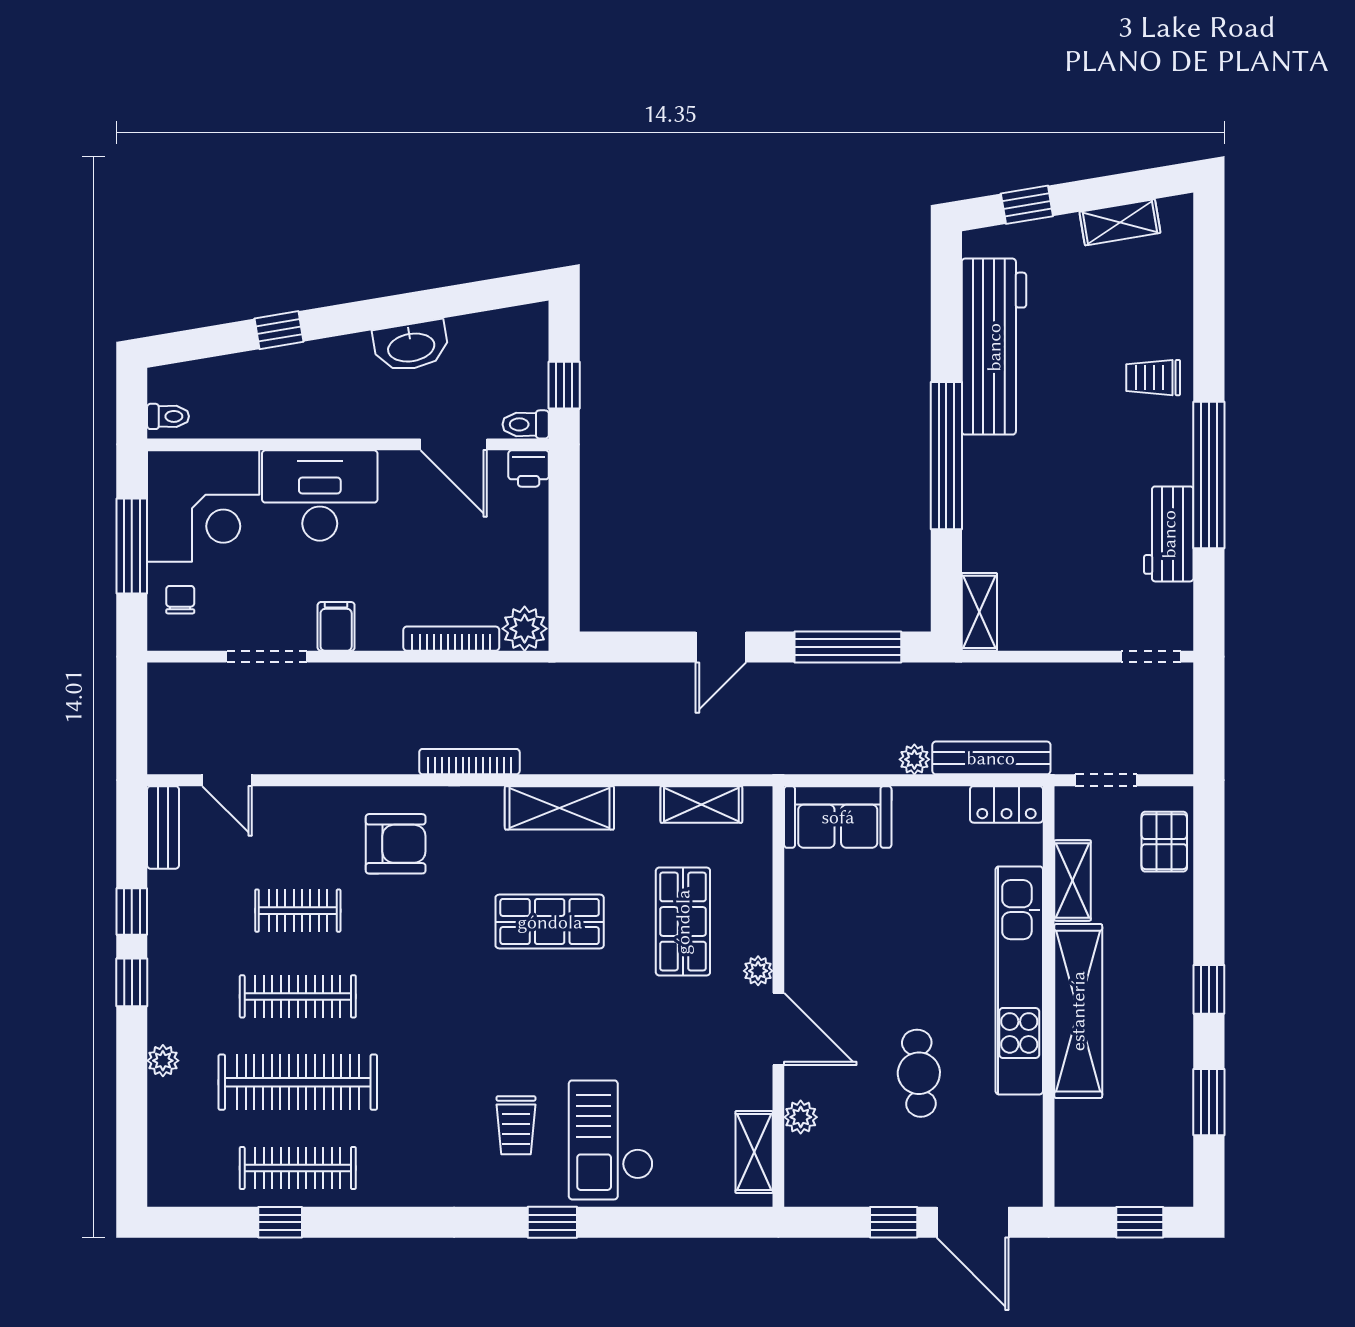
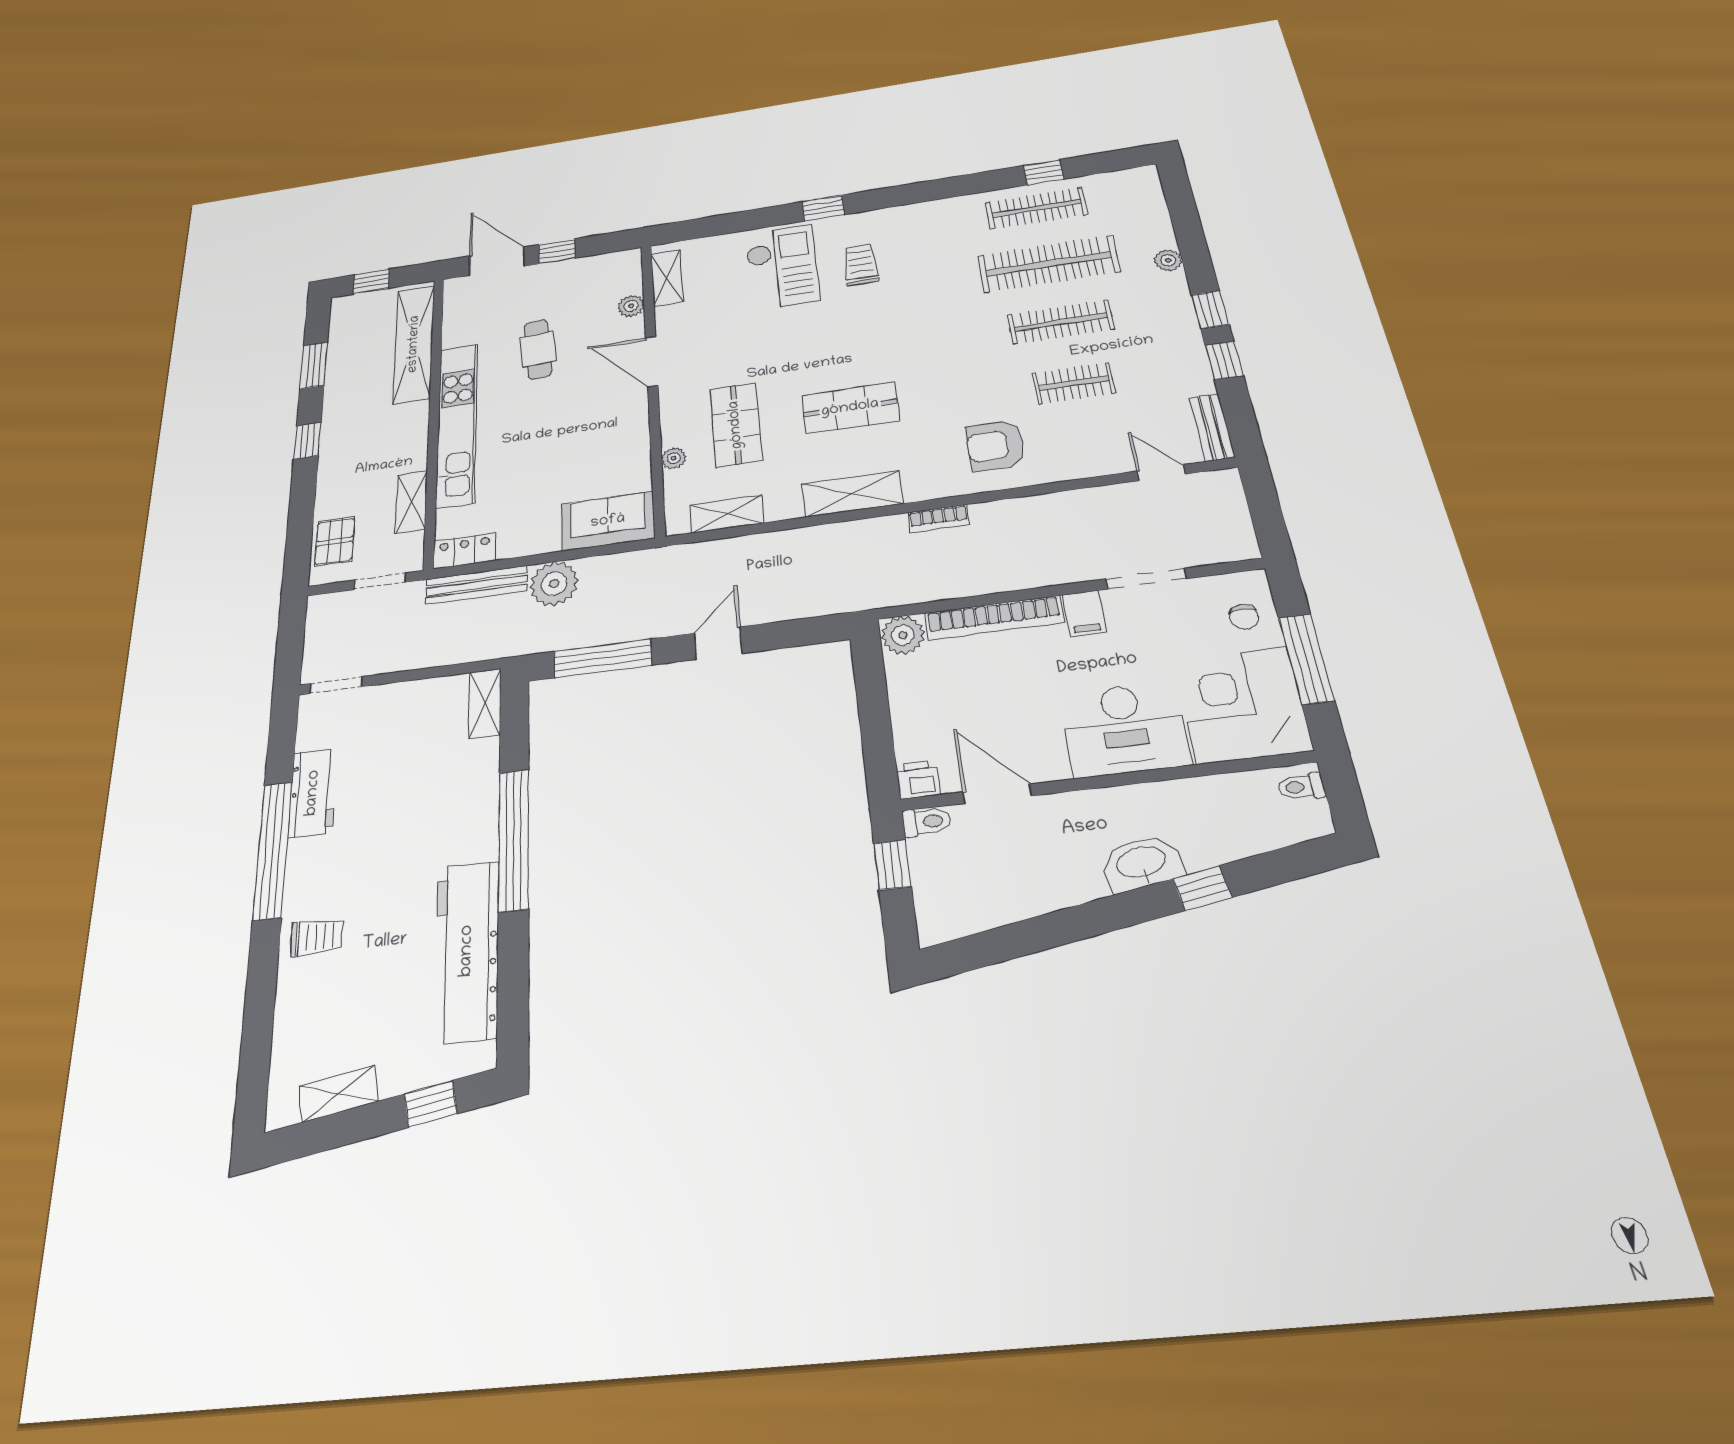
washbasin: (411, 346) -> (1142, 863), moved
bookcase: (451, 639) -> (994, 618), width x1.48, depth x1.31
plant: (914, 759) -> (554, 584), width x1.87, depth x1.87
bookcase: (469, 762) -> (939, 519), width x0.64
plant: (758, 971) -> (674, 458), moved
shelving: (1078, 1011) -> (414, 344), moved

